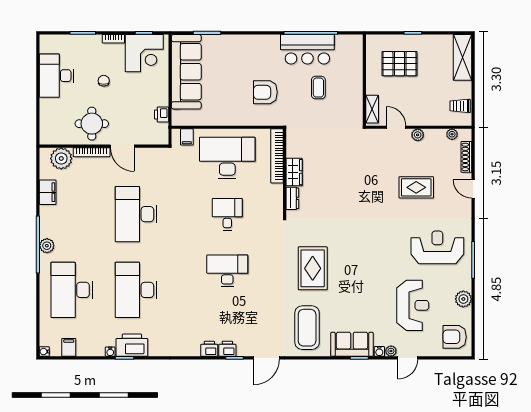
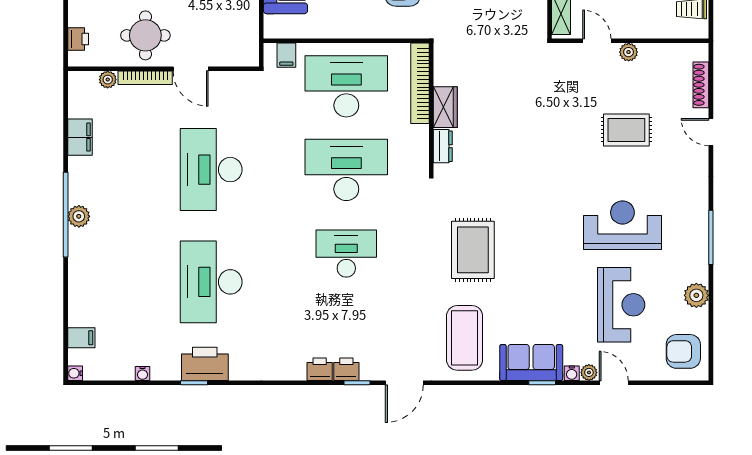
printer: (162, 114) -> (78, 39), moved, turned 180
plant: (452, 134) -> (679, 51), removed
plant: (61, 158) -> (108, 80), width x0.53, depth x0.53
desk: (227, 214) -> (346, 170), width x1.87, depth x1.30
reception desk: (437, 247) -> (622, 225), moved
desk: (72, 290) -> (116, 282), removed
filing cabinet: (69, 347) -> (81, 338), moved, turned 90
water cooler: (110, 352) -> (142, 374), moved
door: (408, 358) -> (614, 383), swing flipped

